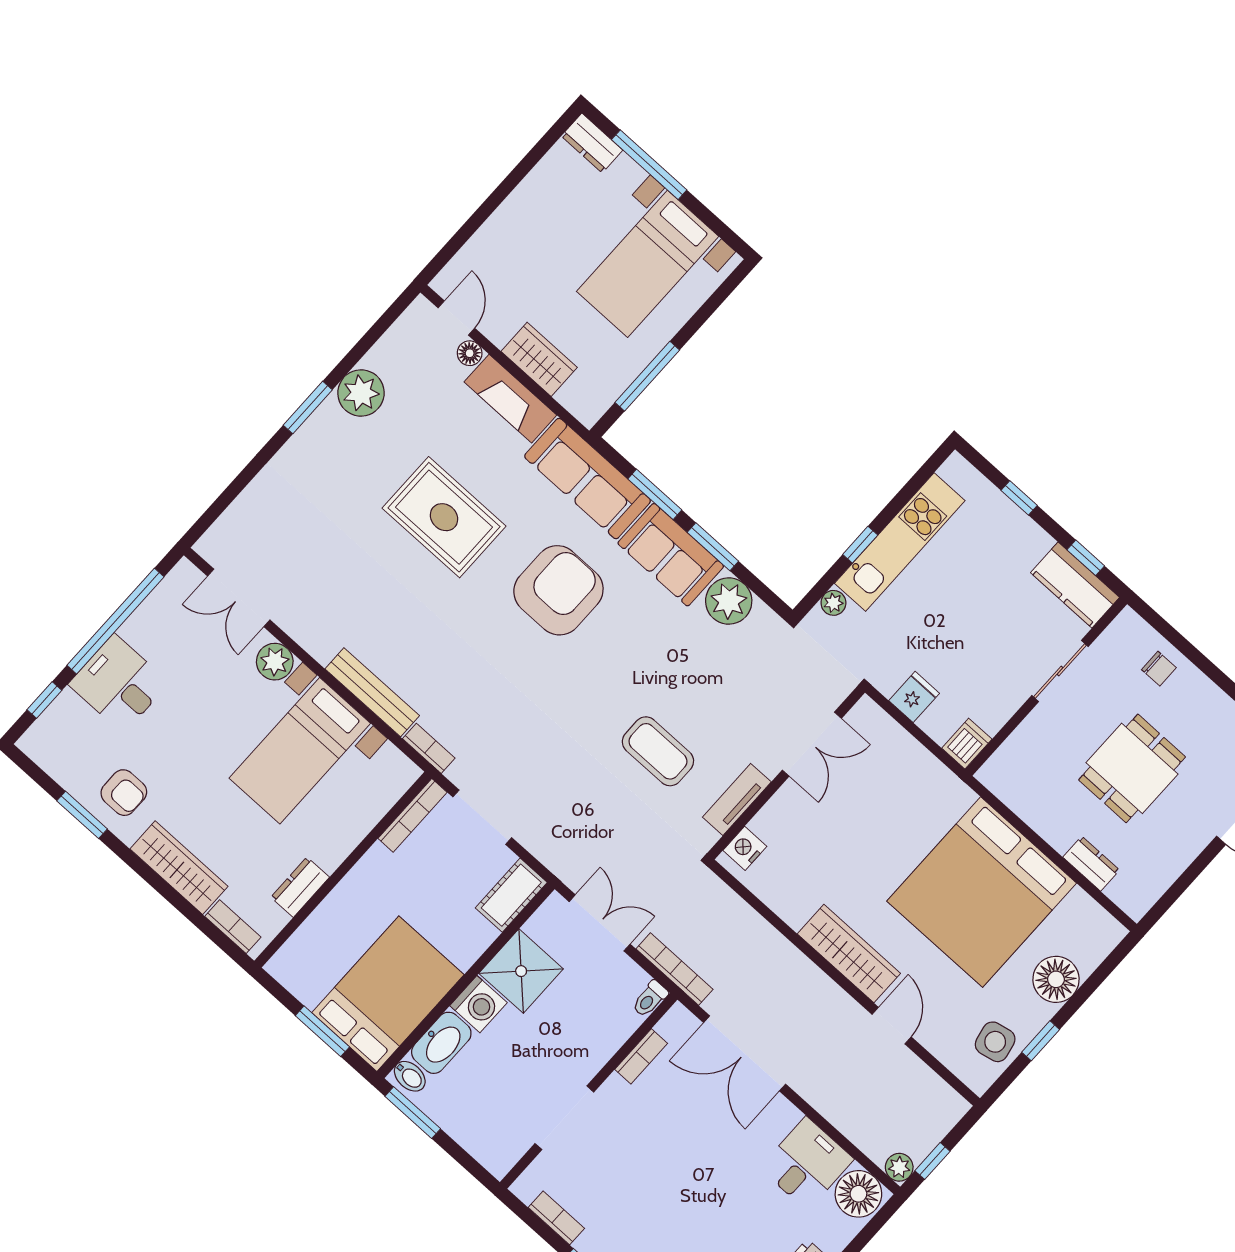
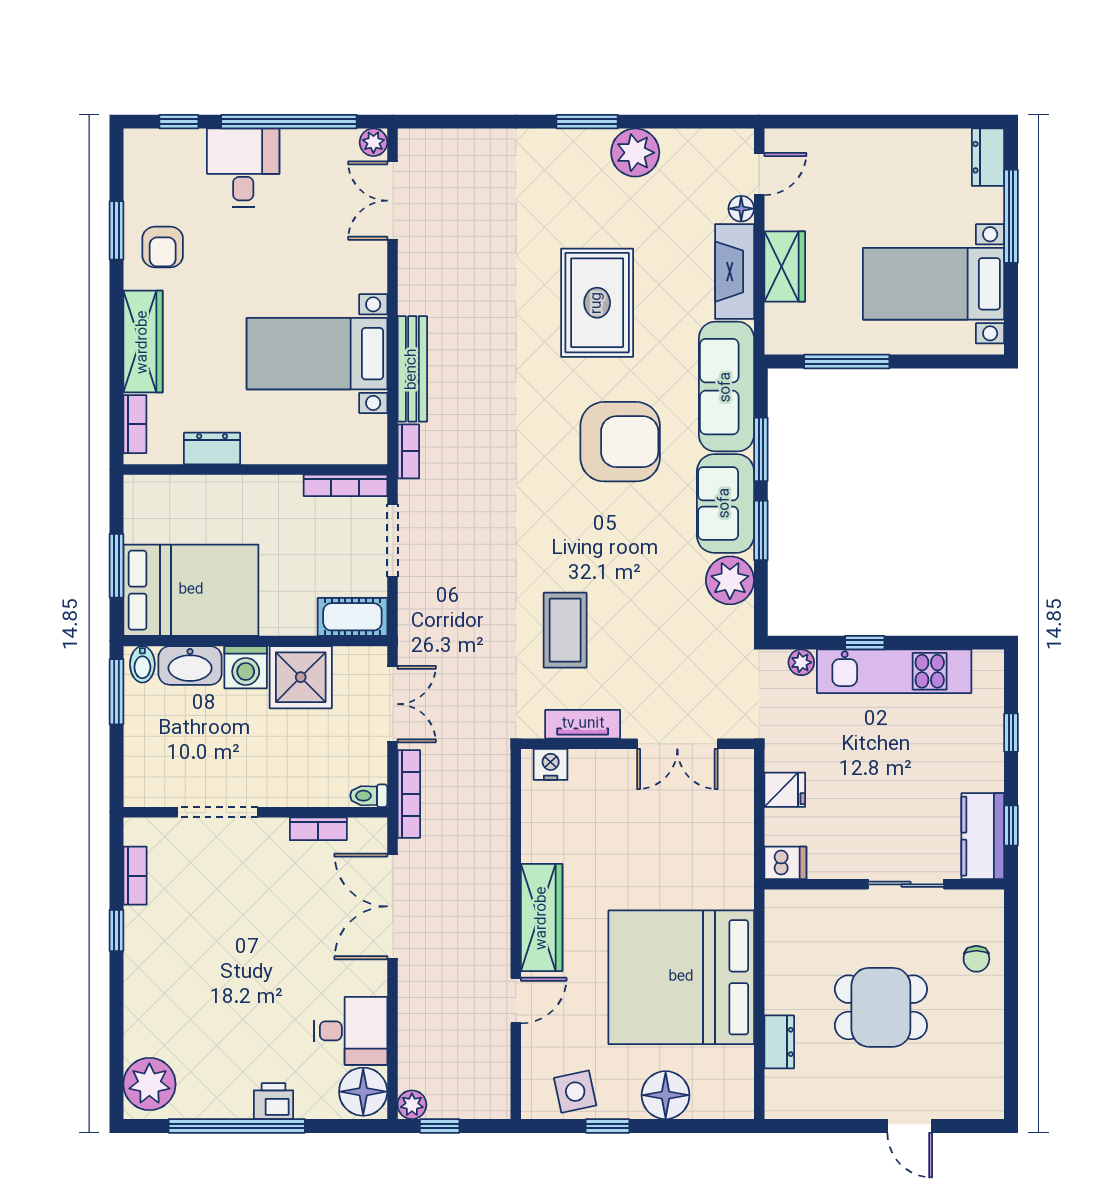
plant: (275, 662) -> (373, 142), moved, width x0.73, depth x0.73

